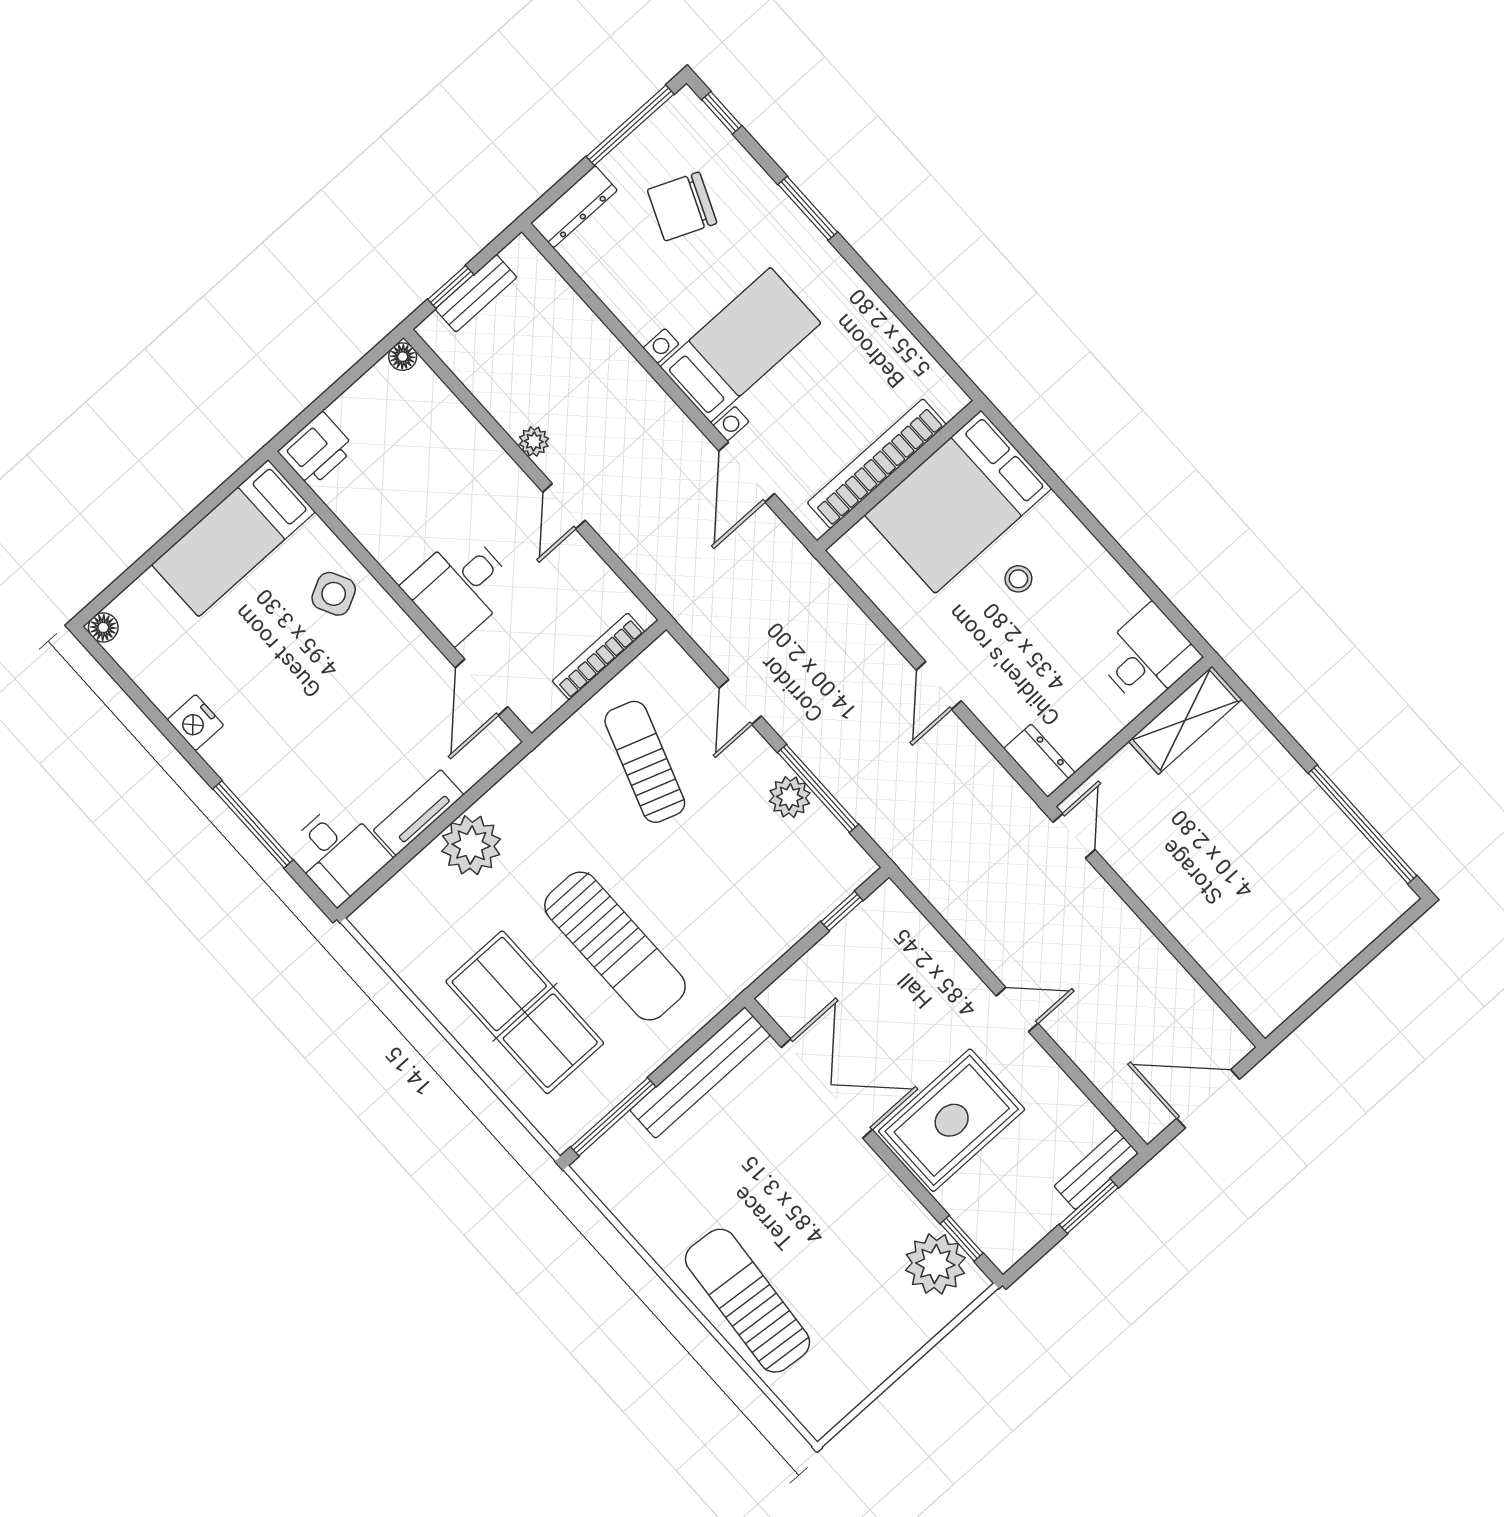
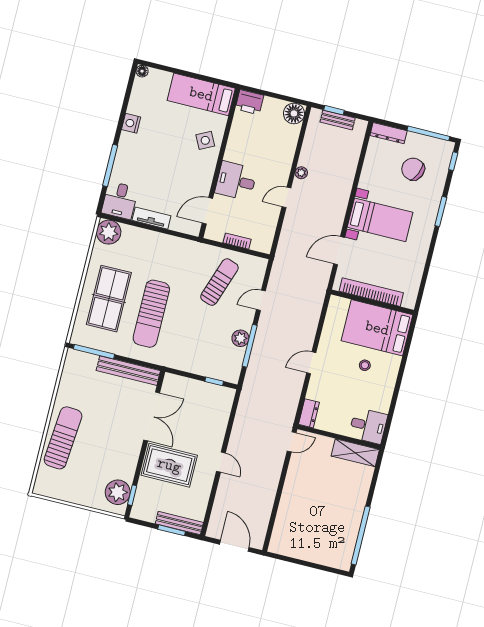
floor lamp: (403, 357) -> (294, 113), width x1.89, depth x1.89
bookcase: (599, 656) -> (237, 241), width x0.64
plant: (471, 845) -> (109, 232), moved
bench: (1096, 1170) -> (179, 523), width x1.36

